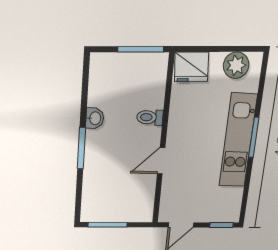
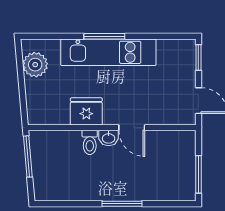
fridge: (192, 67) -> (86, 111), moved, turned -85
washbasin: (95, 118) -> (109, 138), moved, turned 180

